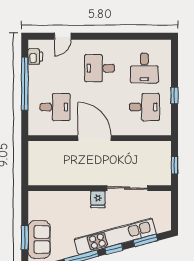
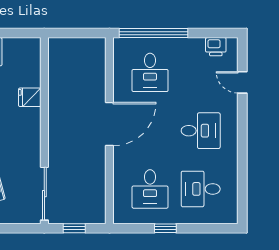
desk: (100, 68) -> (201, 131), turned 90
window: (25, 84) -> (153, 33), moved
sliding door: (127, 188) -> (44, 194), moved
fridge: (98, 199) -> (30, 97), moved

